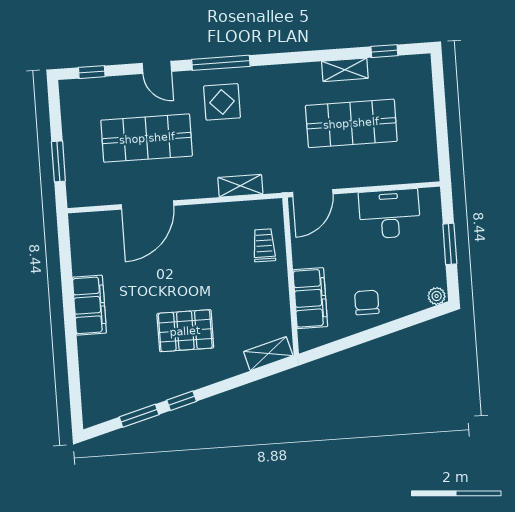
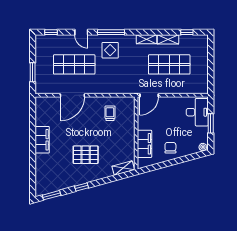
shelving: (240, 186) -> (146, 39), moved
desk: (389, 214) -> (197, 112), moved, turned 90
trolley: (264, 245) -> (110, 113), moved
window: (139, 416) -> (52, 195), moved

